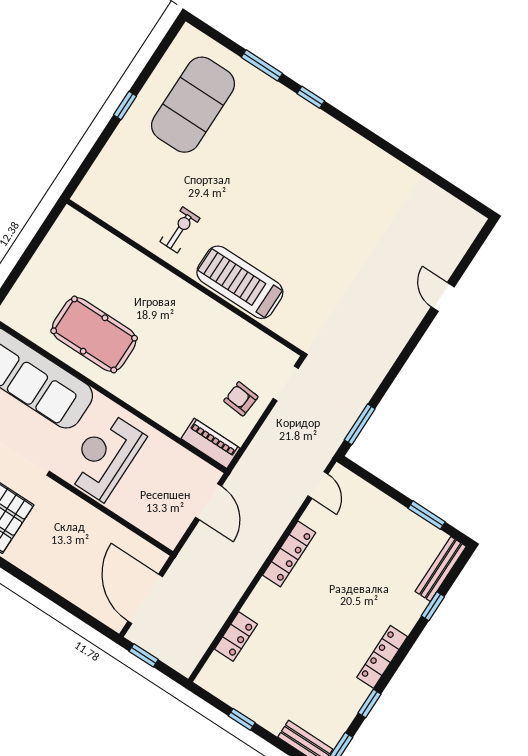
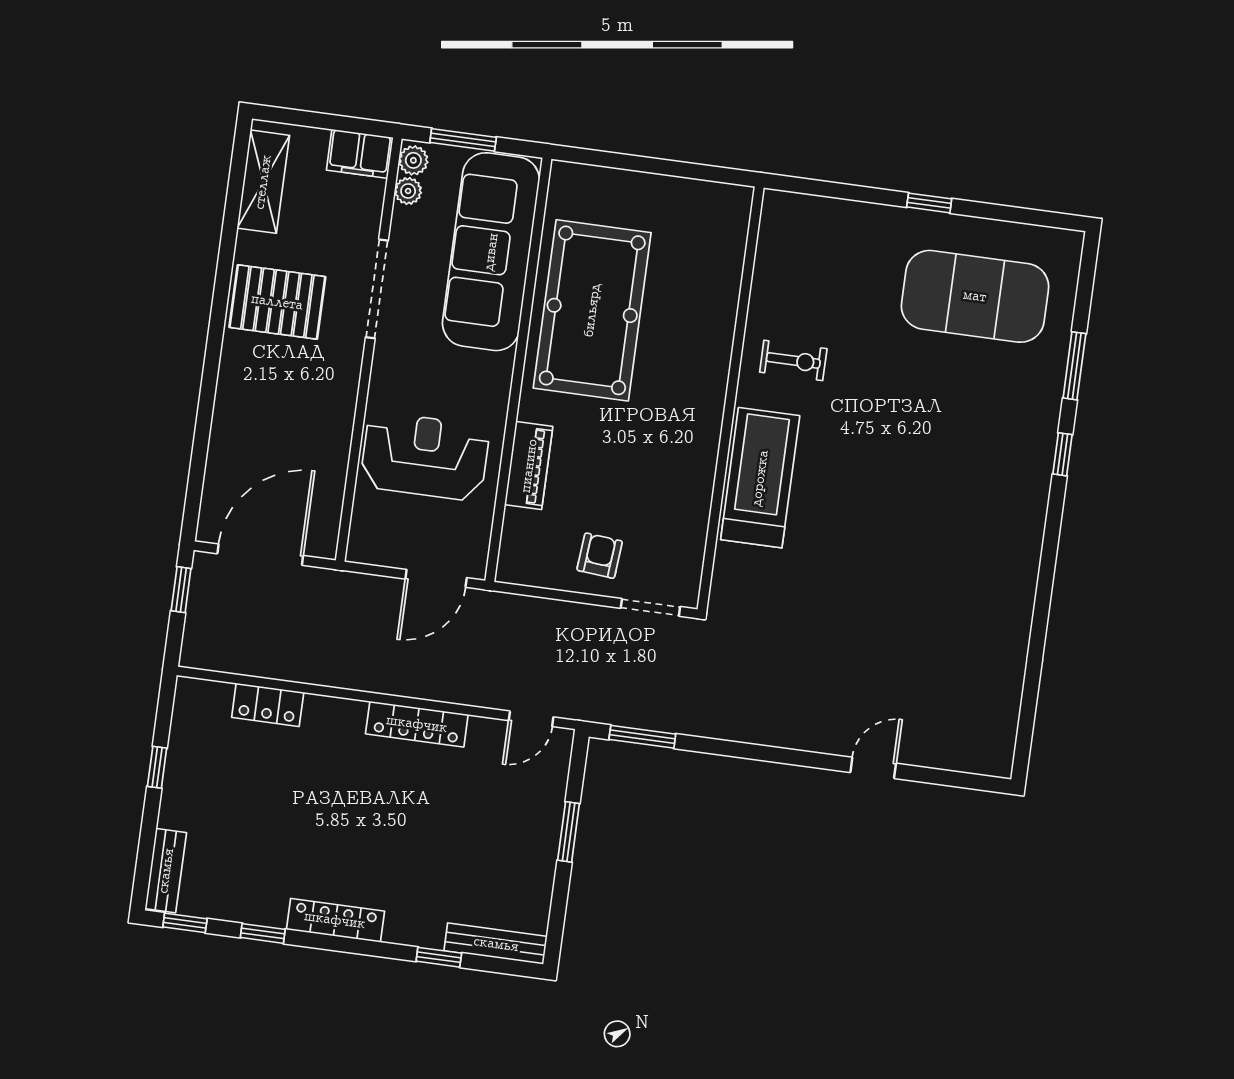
pool table: (94, 334) -> (592, 310), width x1.36, depth x1.32
piano: (211, 443) -> (529, 466), moved
reception desk: (105, 456) -> (425, 456), moved
window: (427, 515) -> (569, 832), moved

